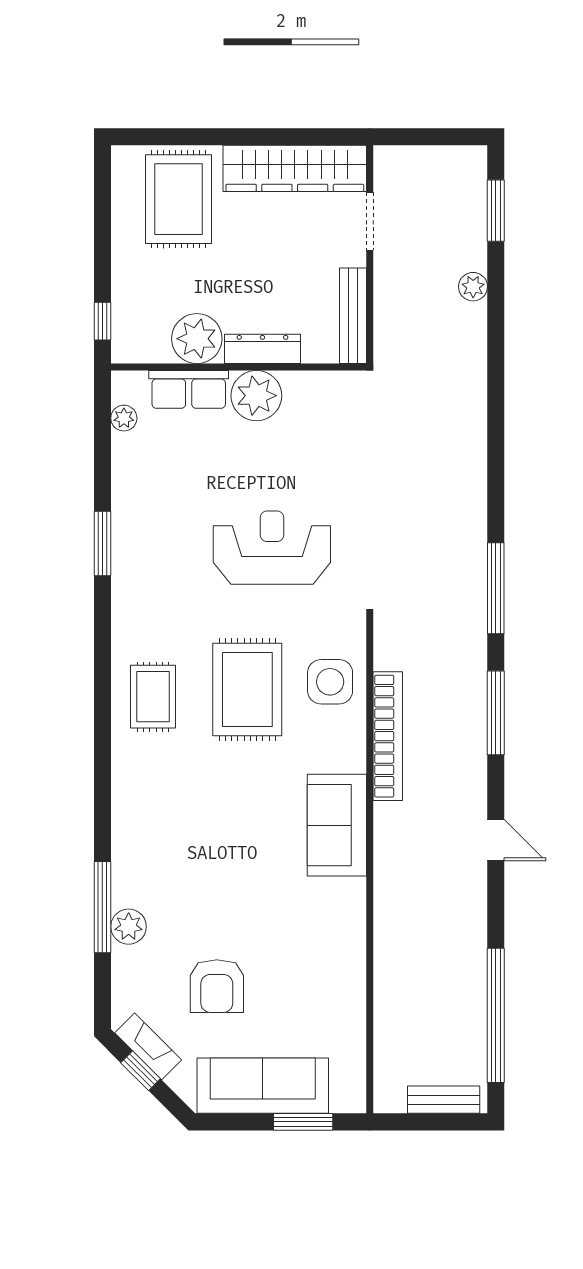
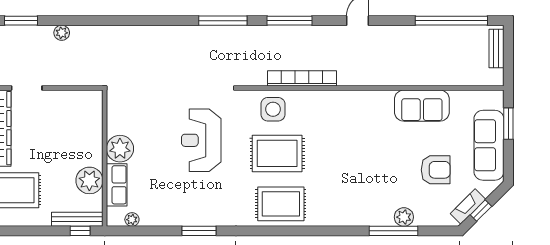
bench: (353, 316) -> (77, 219), moved
dresser: (262, 349) -> (95, 145), removed
rug: (153, 697) -> (281, 204), width x1.36, depth x1.43
sofa: (337, 825) -> (422, 106), moved

